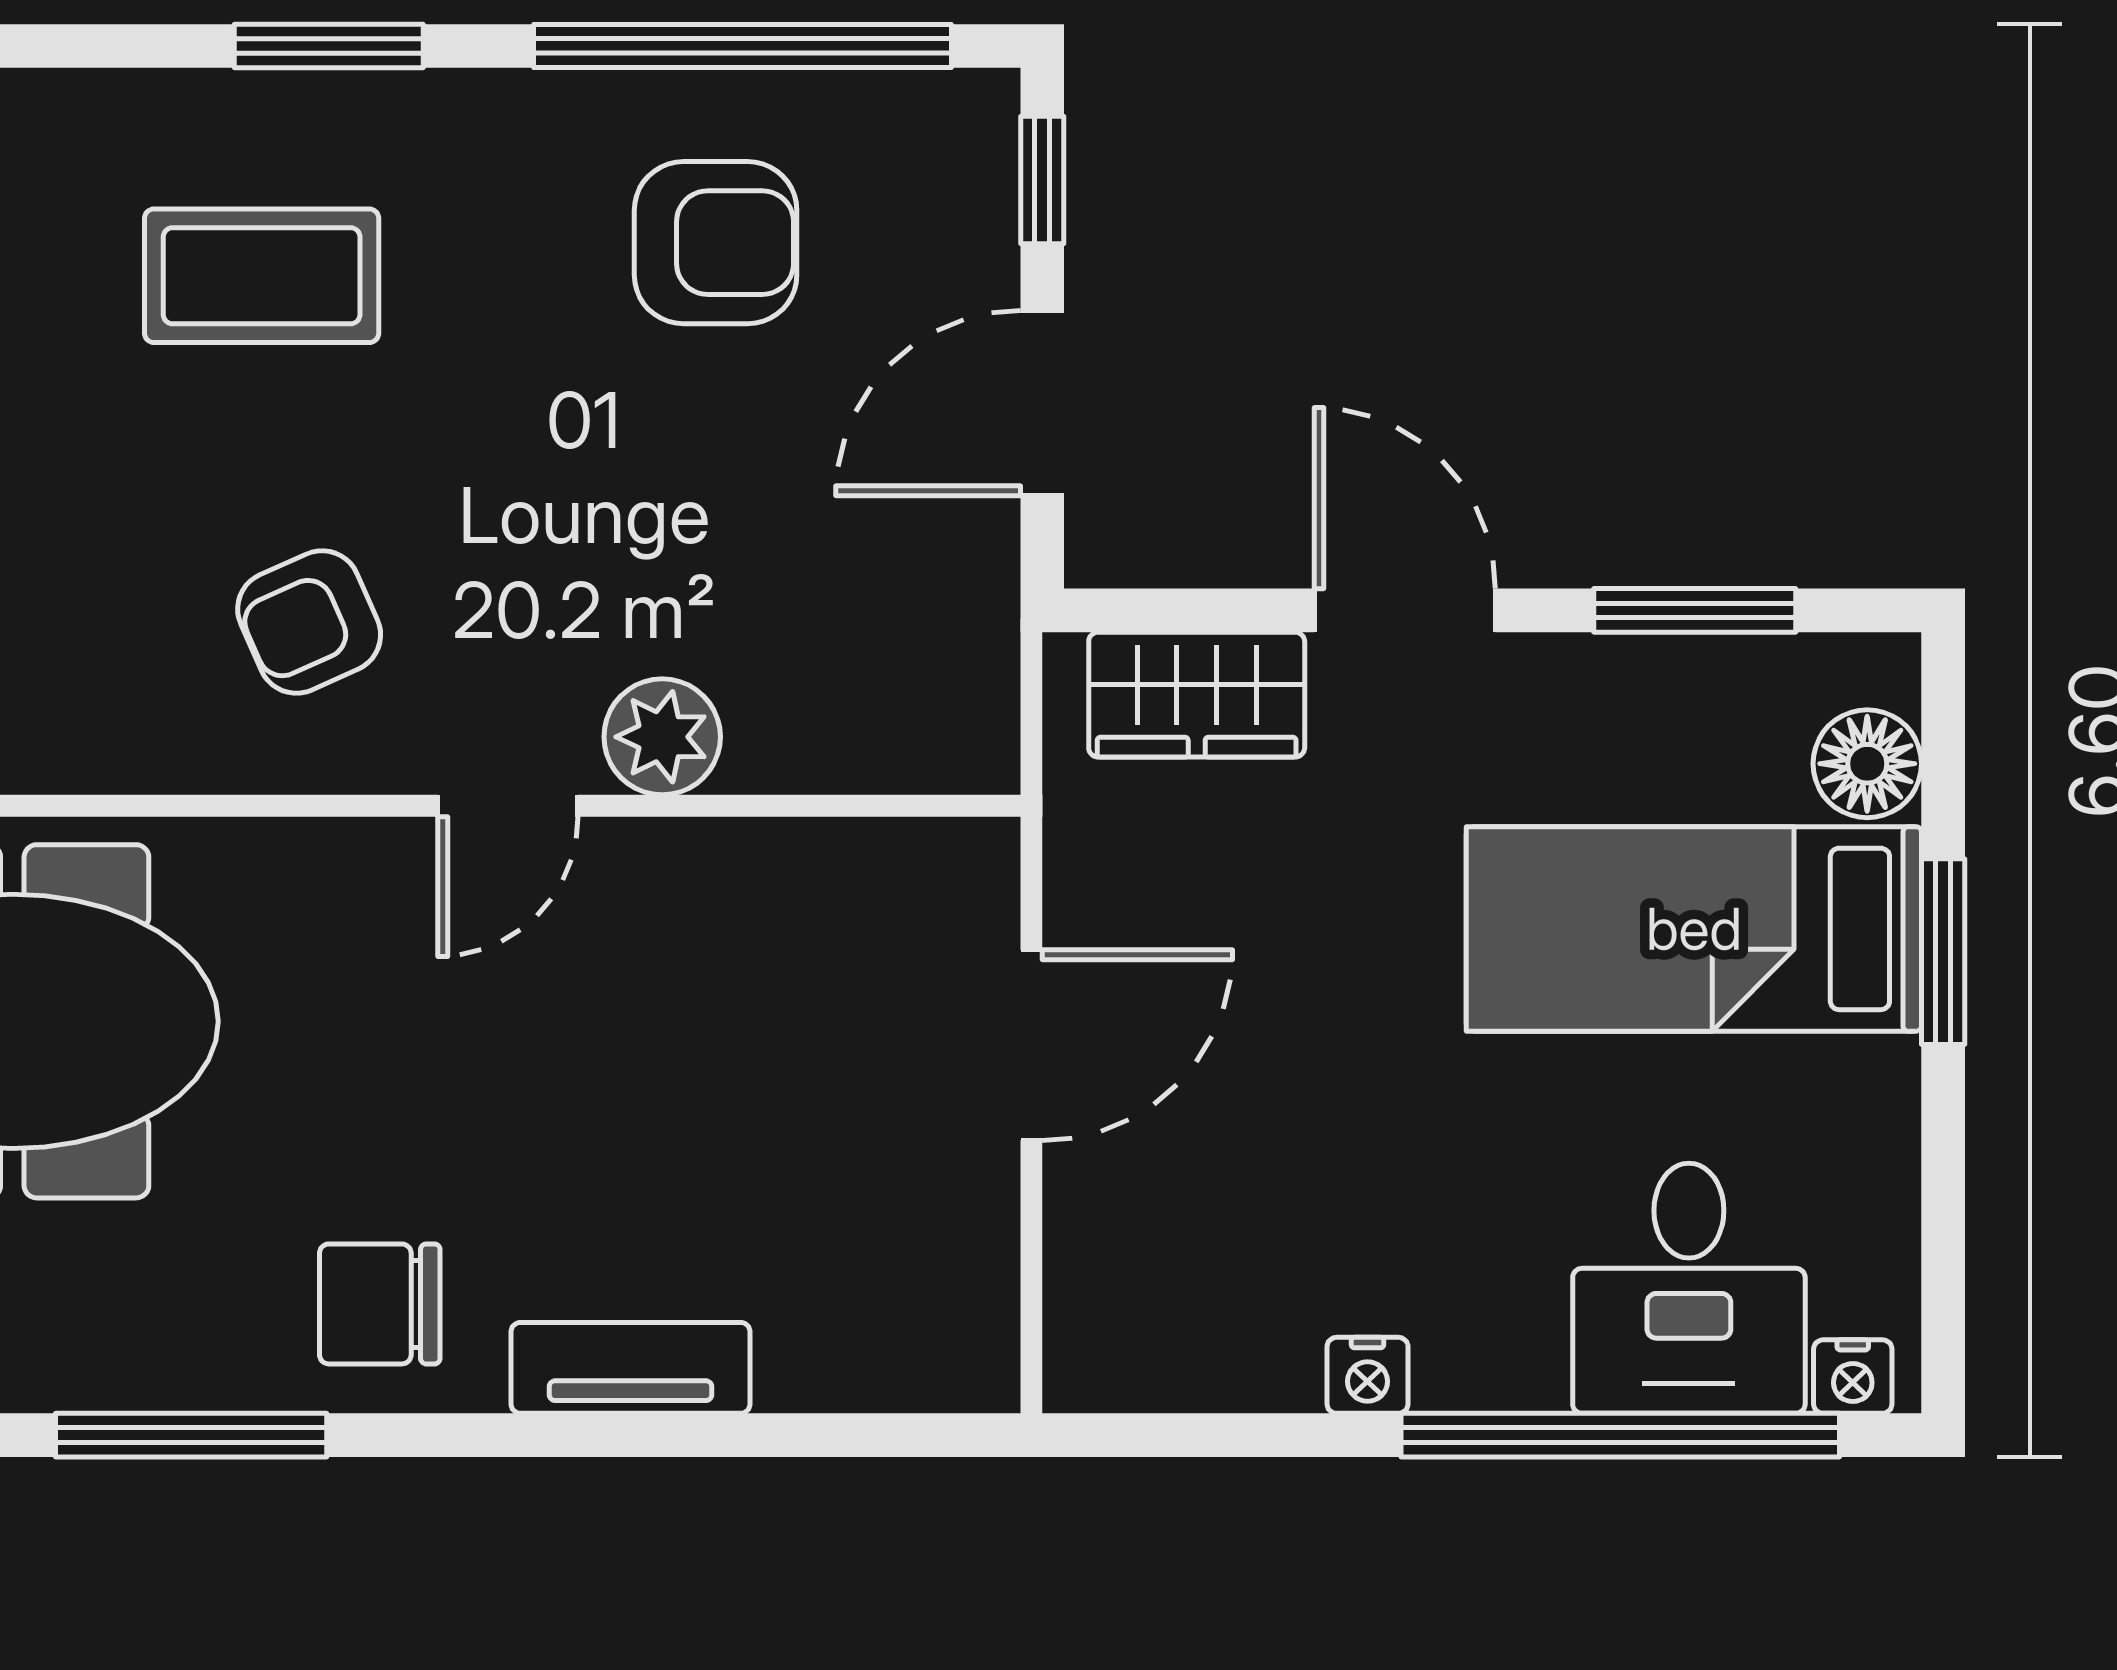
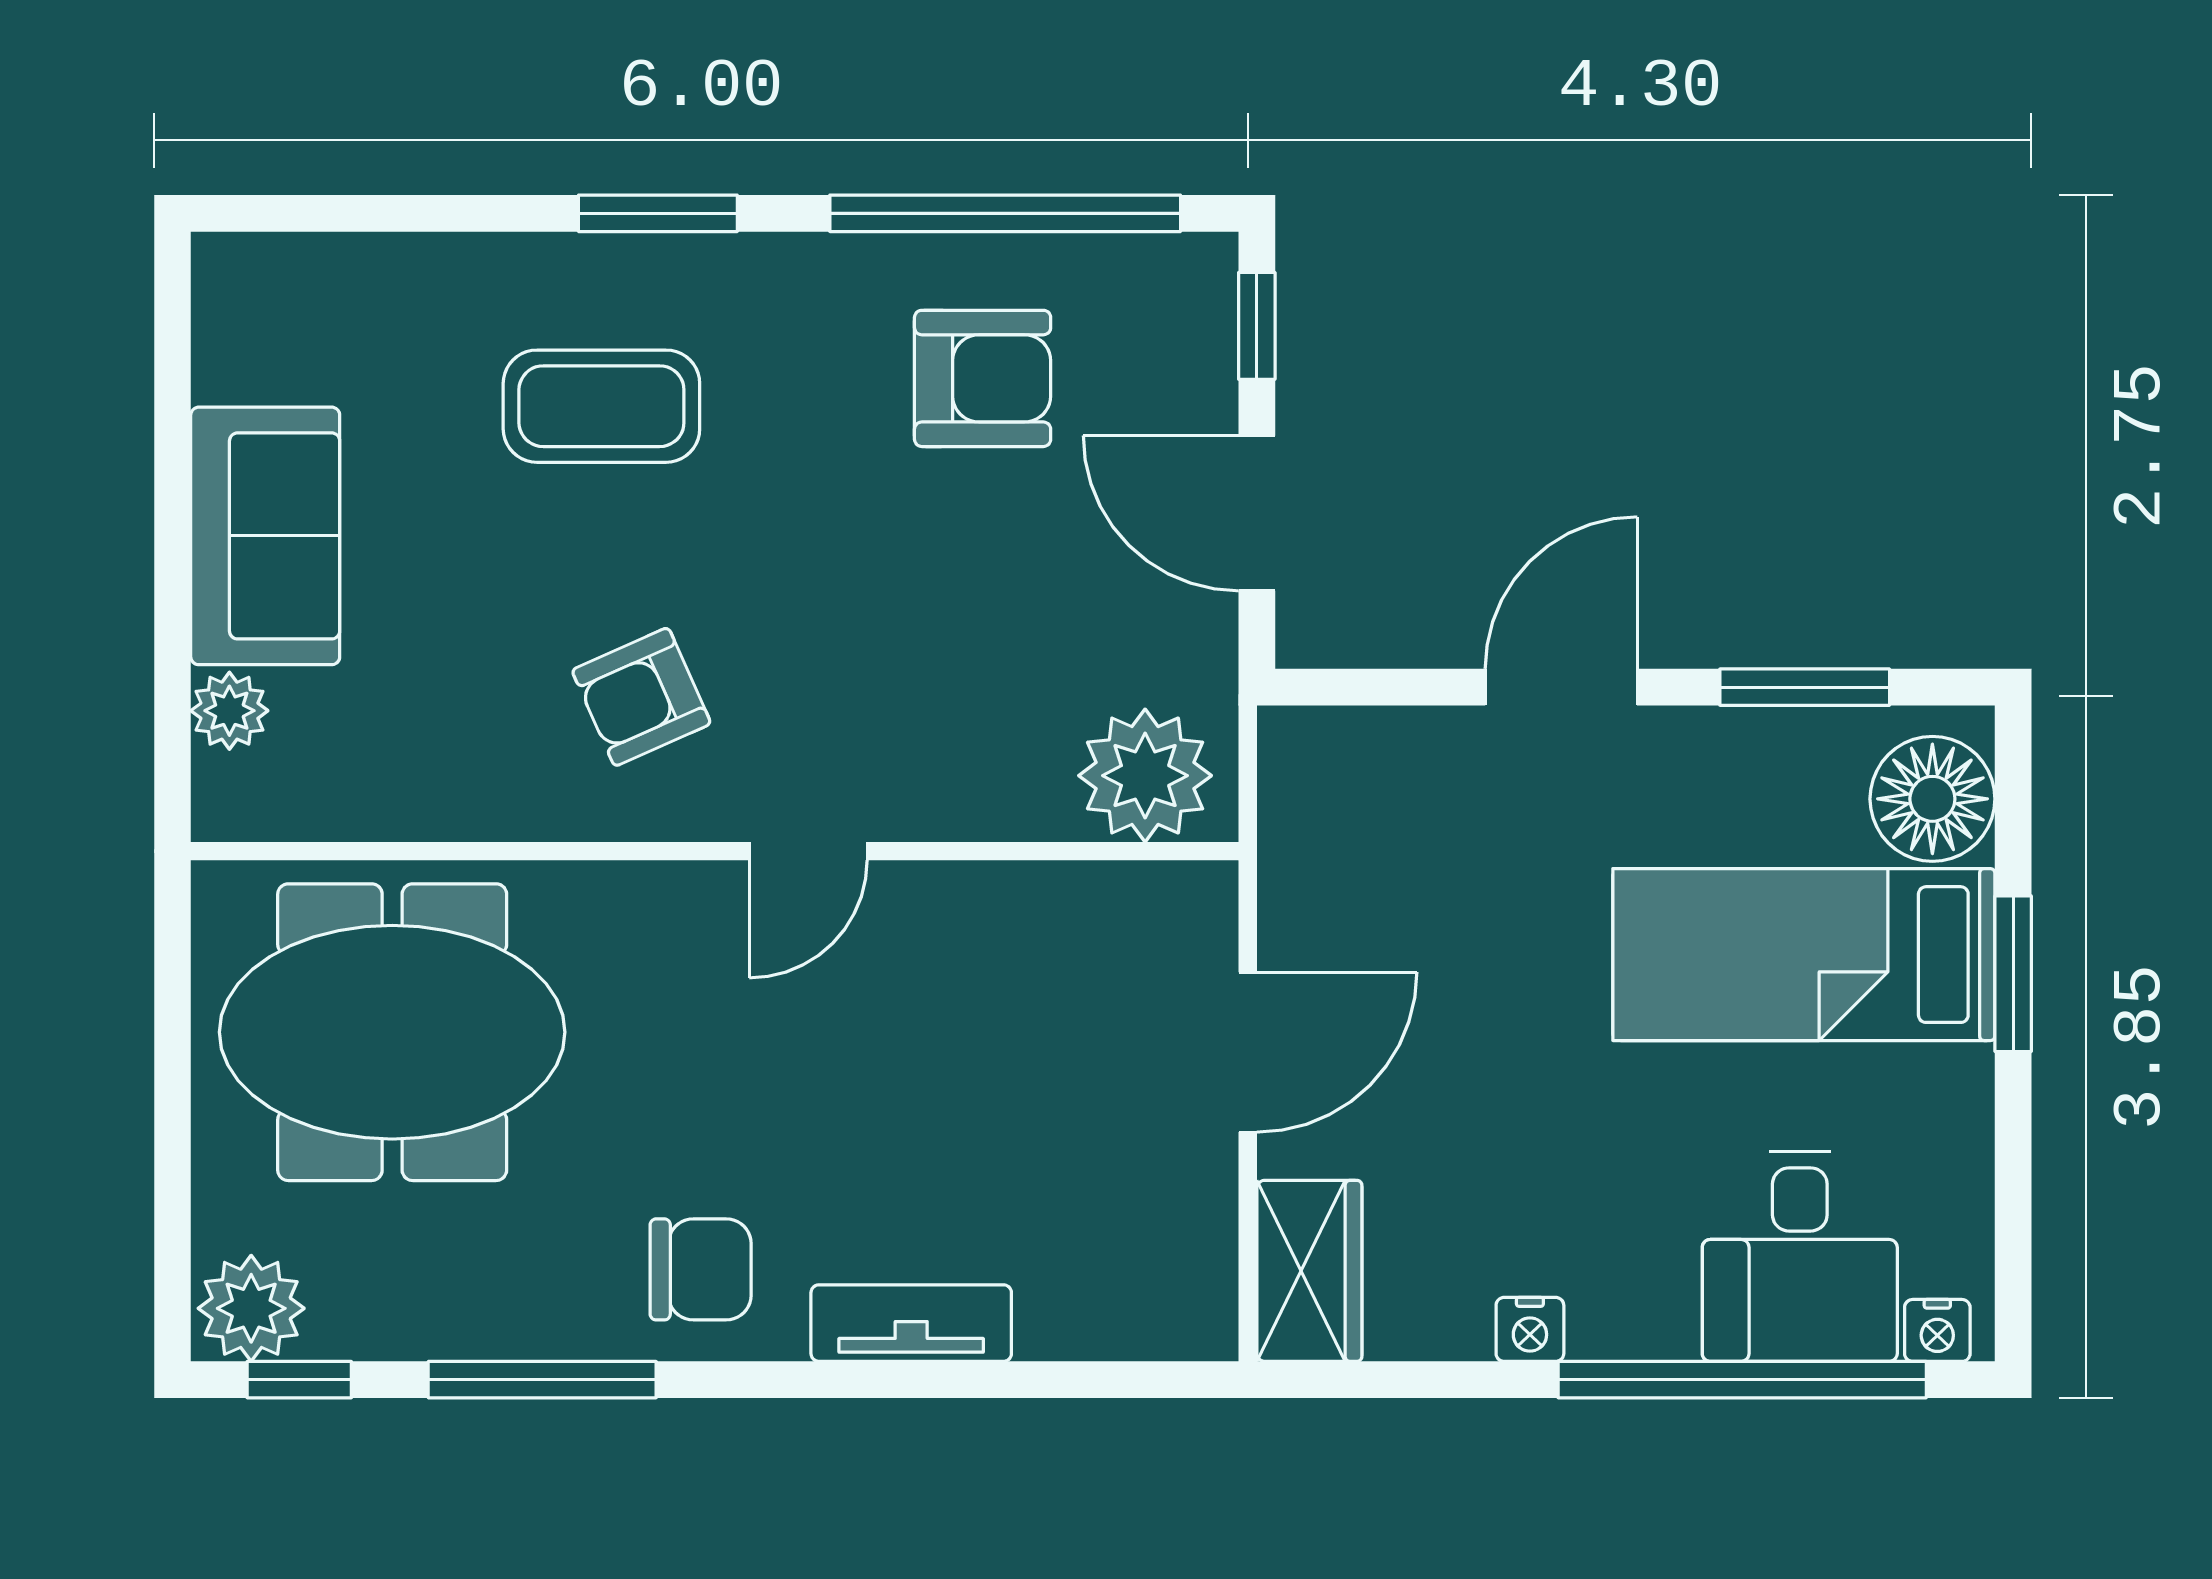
door: (1042, 403) -> (1257, 513), hinge flipped
door: (1405, 610) -> (1561, 687), hinge flipped
wardrobe: (1197, 695) -> (1309, 1271), moved, turned -90
plant: (662, 737) -> (1145, 776), moved, width x1.36, depth x1.36
floor lamp: (1867, 764) -> (1932, 799), width x1.38, depth x1.38
chair: (380, 1304) -> (701, 1269), turned 180

